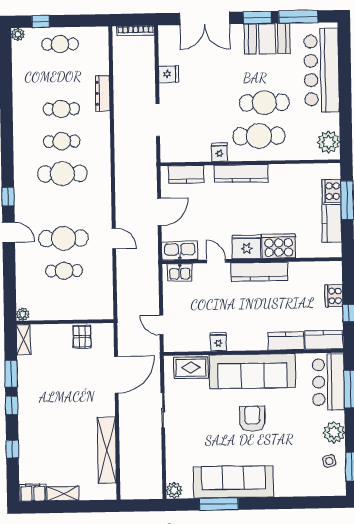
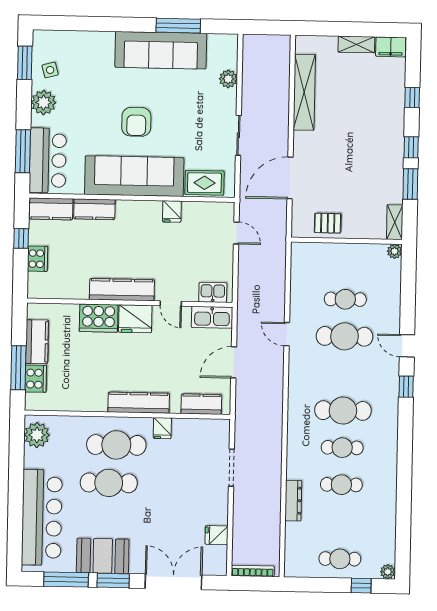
fridge: (169, 74) -> (217, 535), moved
pallet: (82, 337) -> (328, 223), turned 90
plant: (174, 490) -> (228, 79), moved

